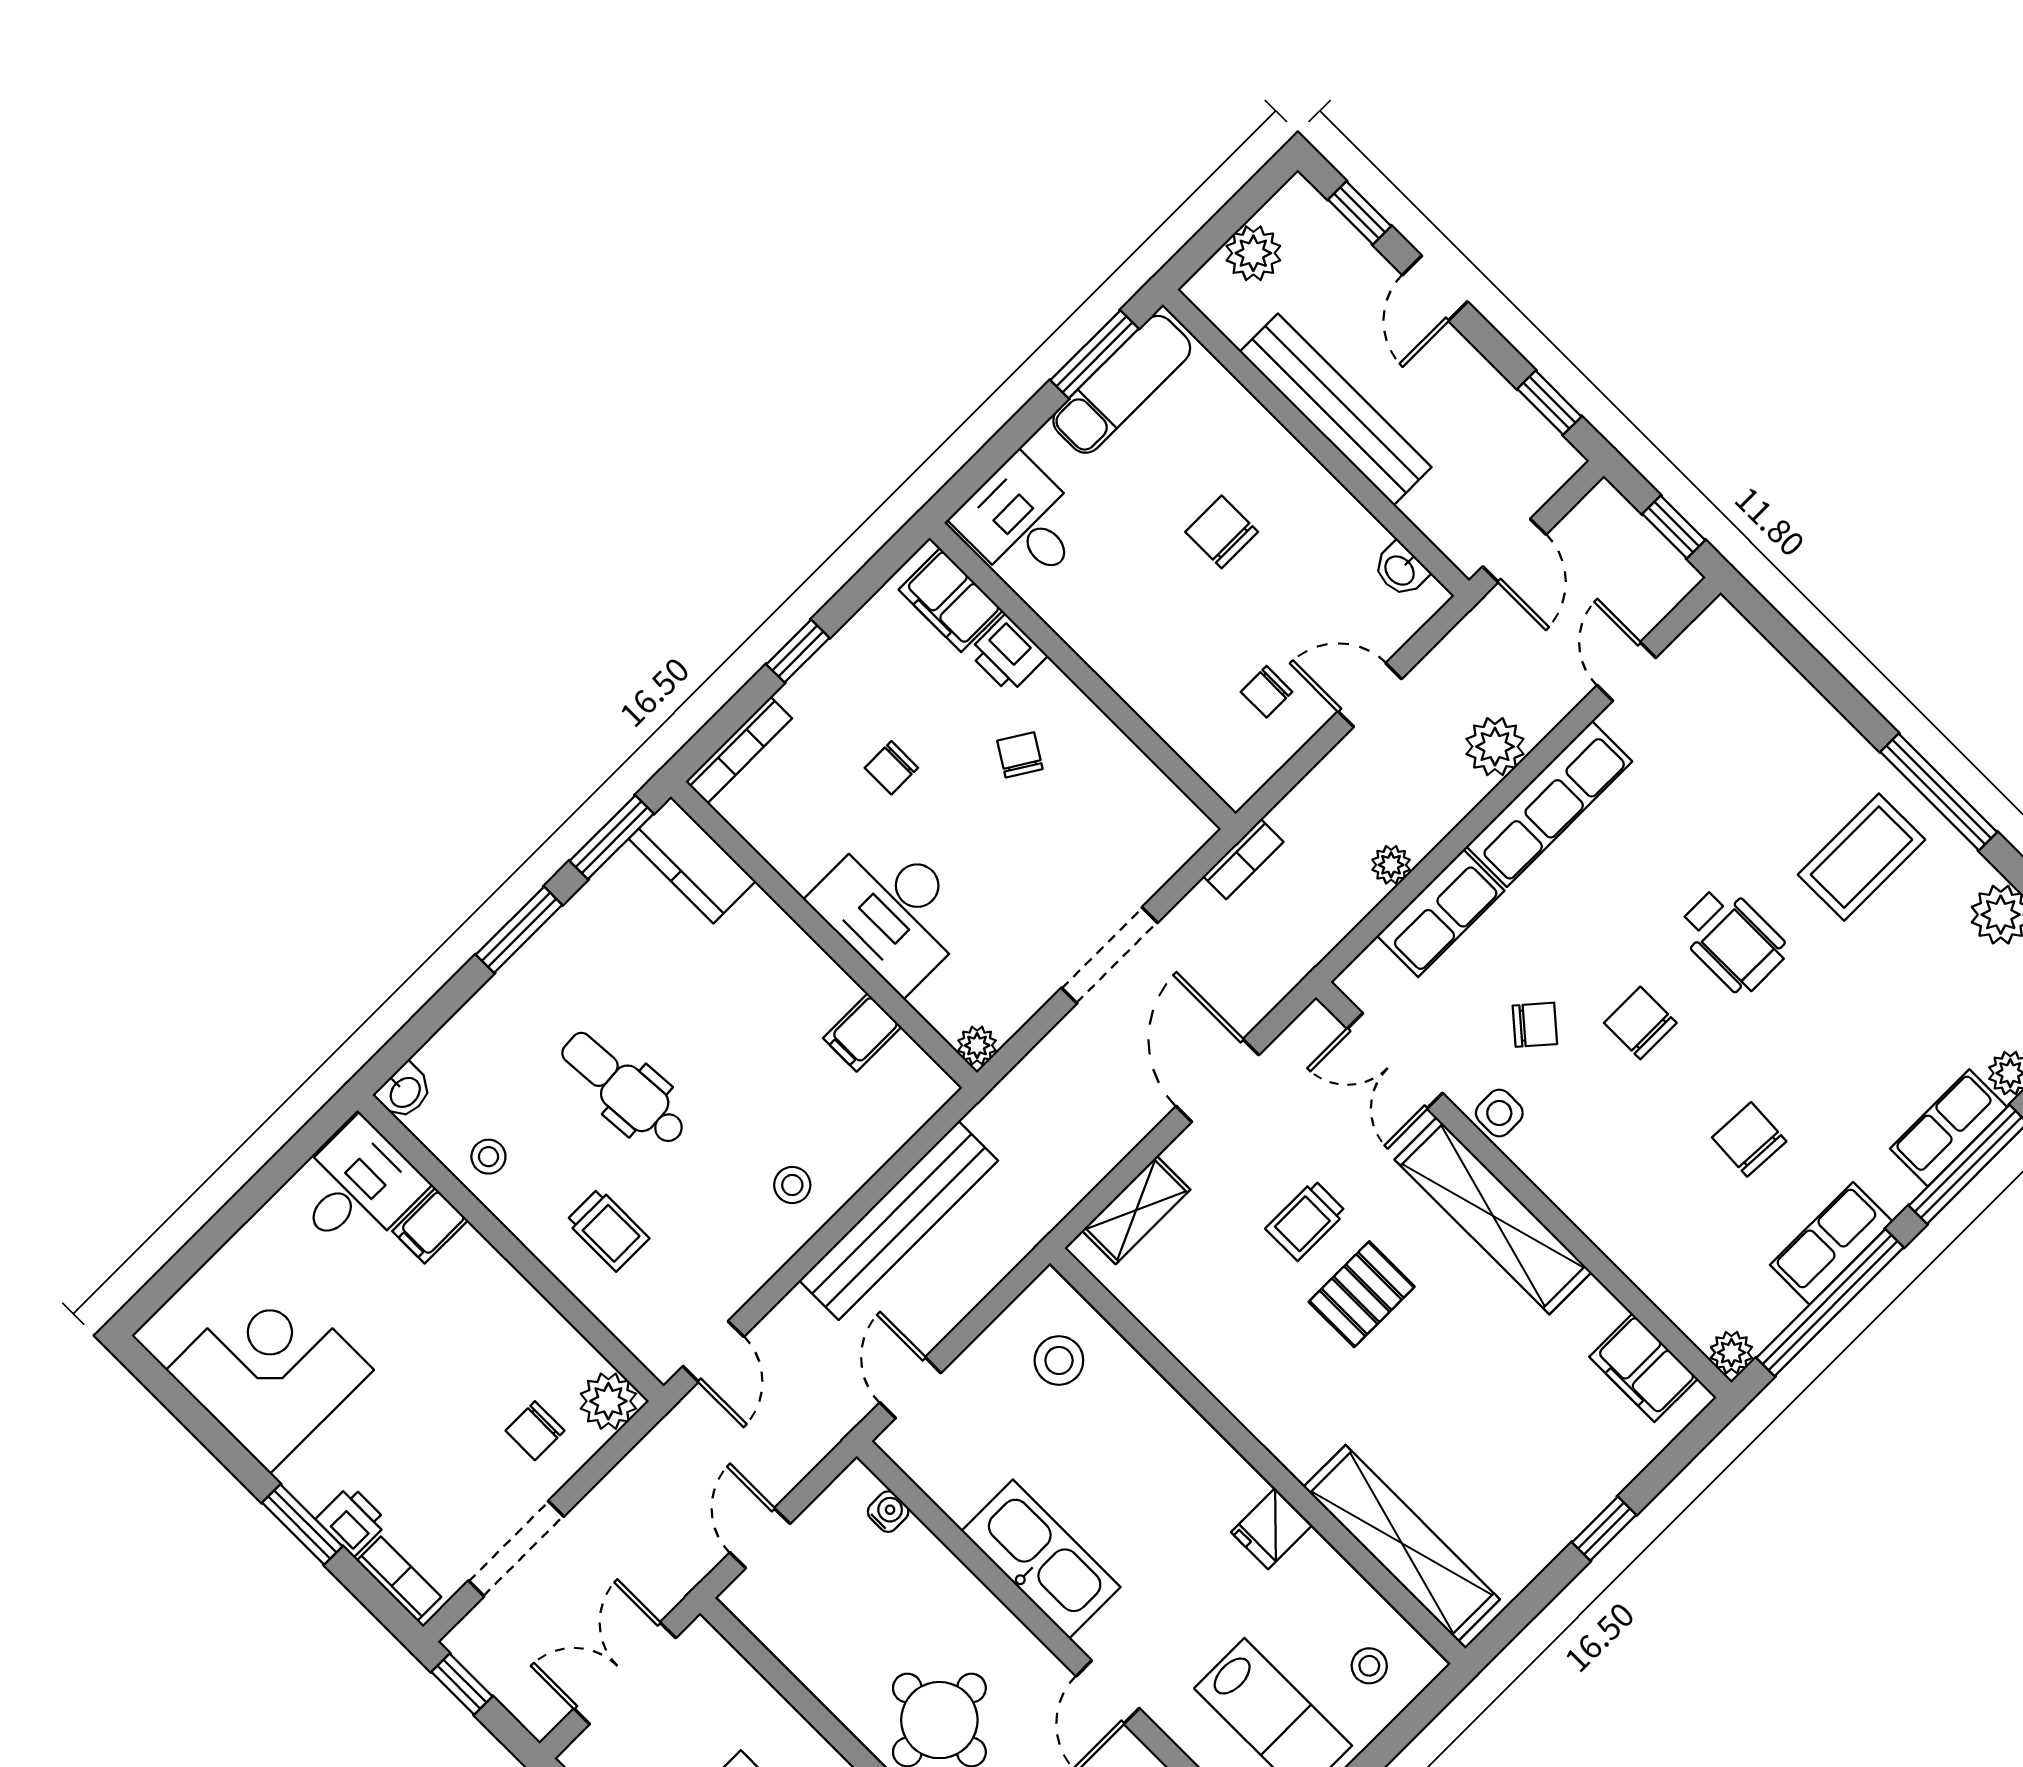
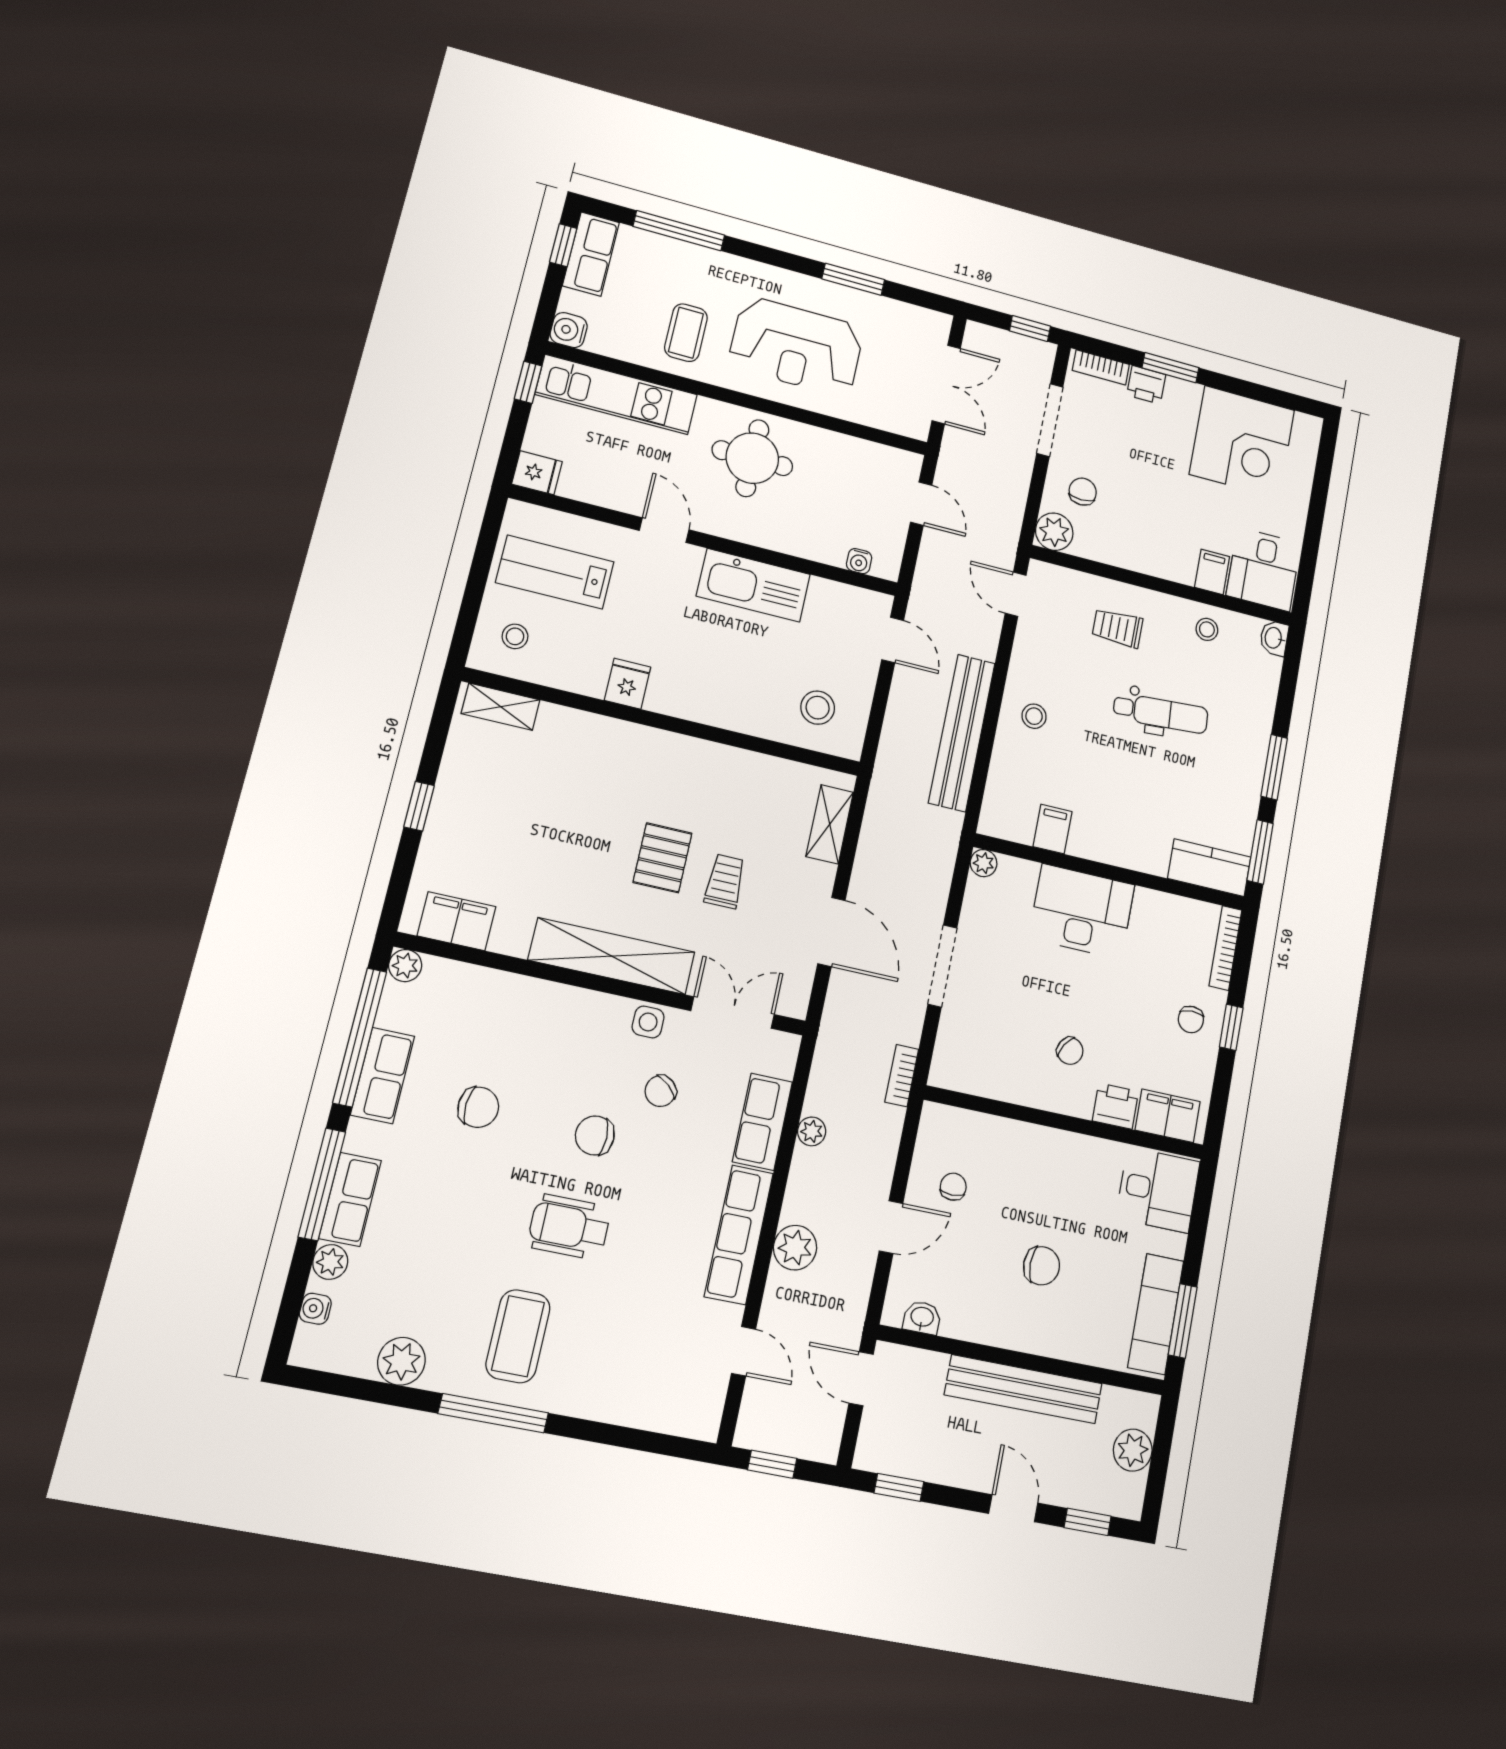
chair: (891, 768) -> (1191, 1019), moved, turned 180
chair: (1640, 1023) -> (595, 1135), turned 180
shelving: (1402, 1543) -> (501, 707), width x0.45, depth x0.75

